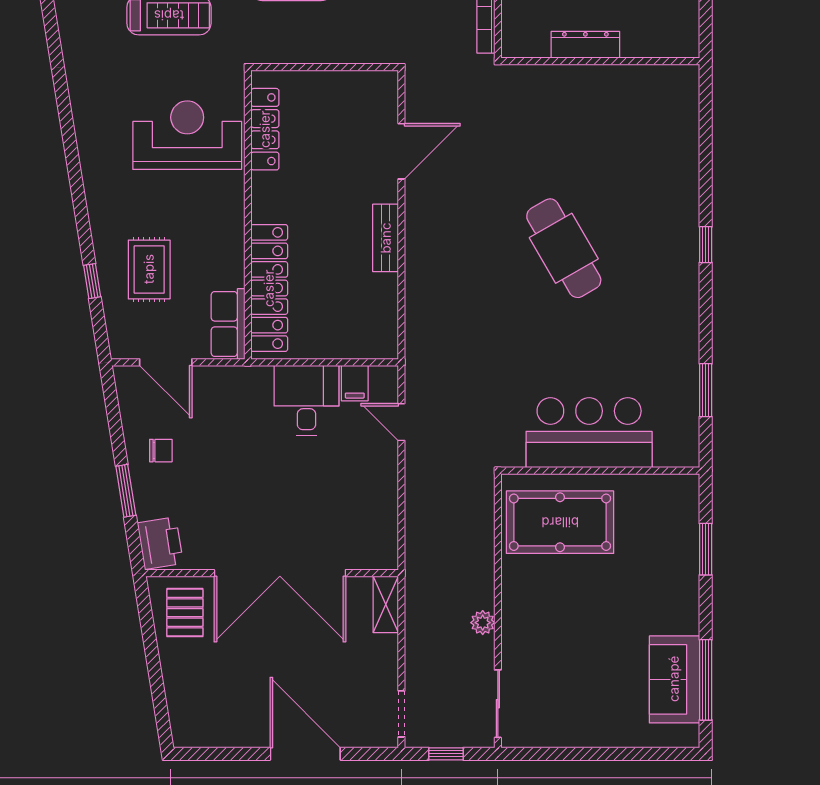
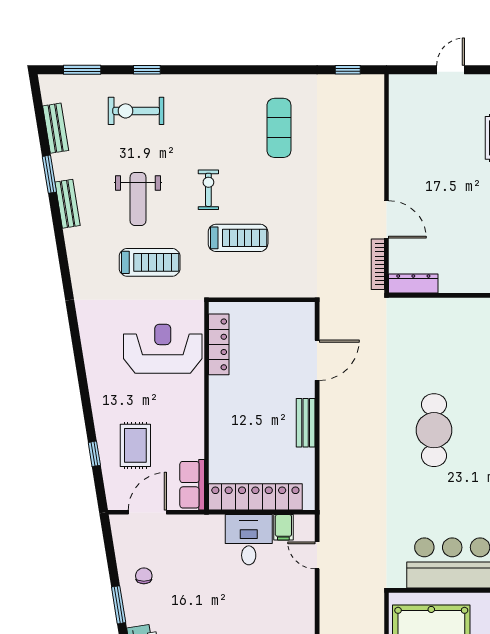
dresser: (585, 45) -> (413, 284), moved
cafe table: (564, 248) -> (434, 430), turned 30
locker: (269, 288) -> (255, 497), moved, turned -90
door: (166, 362) -> (147, 512), swing flipped
chair: (161, 451) -> (144, 576), turned -90

